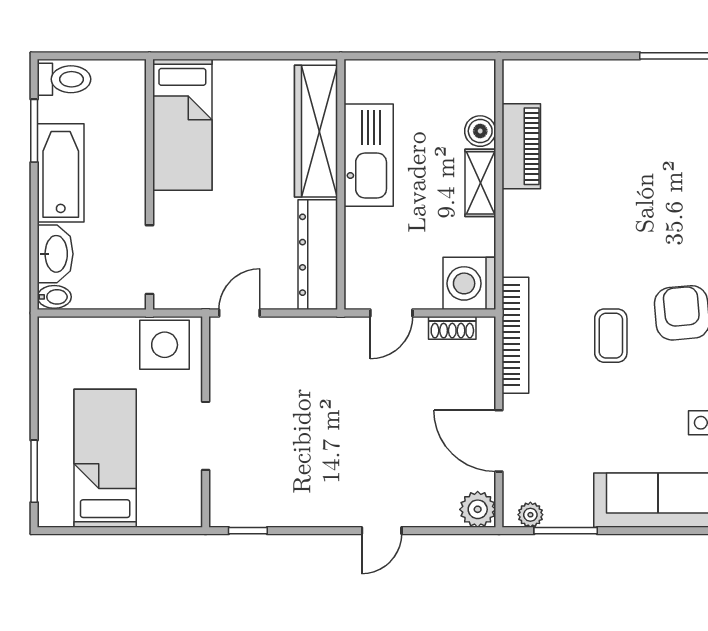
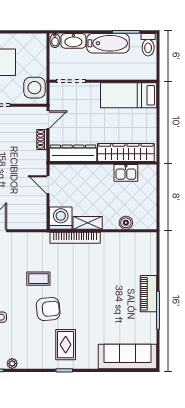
piano: (521, 146) -> (148, 294), moved, turned 90
kitchen sink: (369, 155) -> (126, 173), width x0.53, depth x0.81
shelving: (480, 183) -> (88, 223), moved
door: (239, 313) -> (48, 120), hinge flipped
shoe rack: (452, 328) -> (42, 139), moved
bookcase: (515, 335) -> (75, 238), moved

